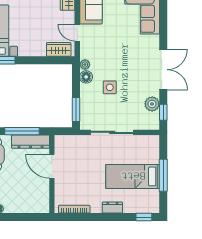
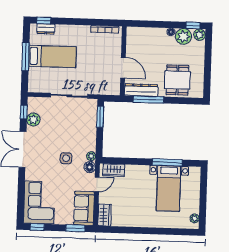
door: (77, 33) -> (97, 184), hinge flipped
floor lamp: (86, 77) -> (90, 167), moved
side table: (110, 87) -> (66, 158), moved
dresser: (112, 208) -> (46, 29), moved

